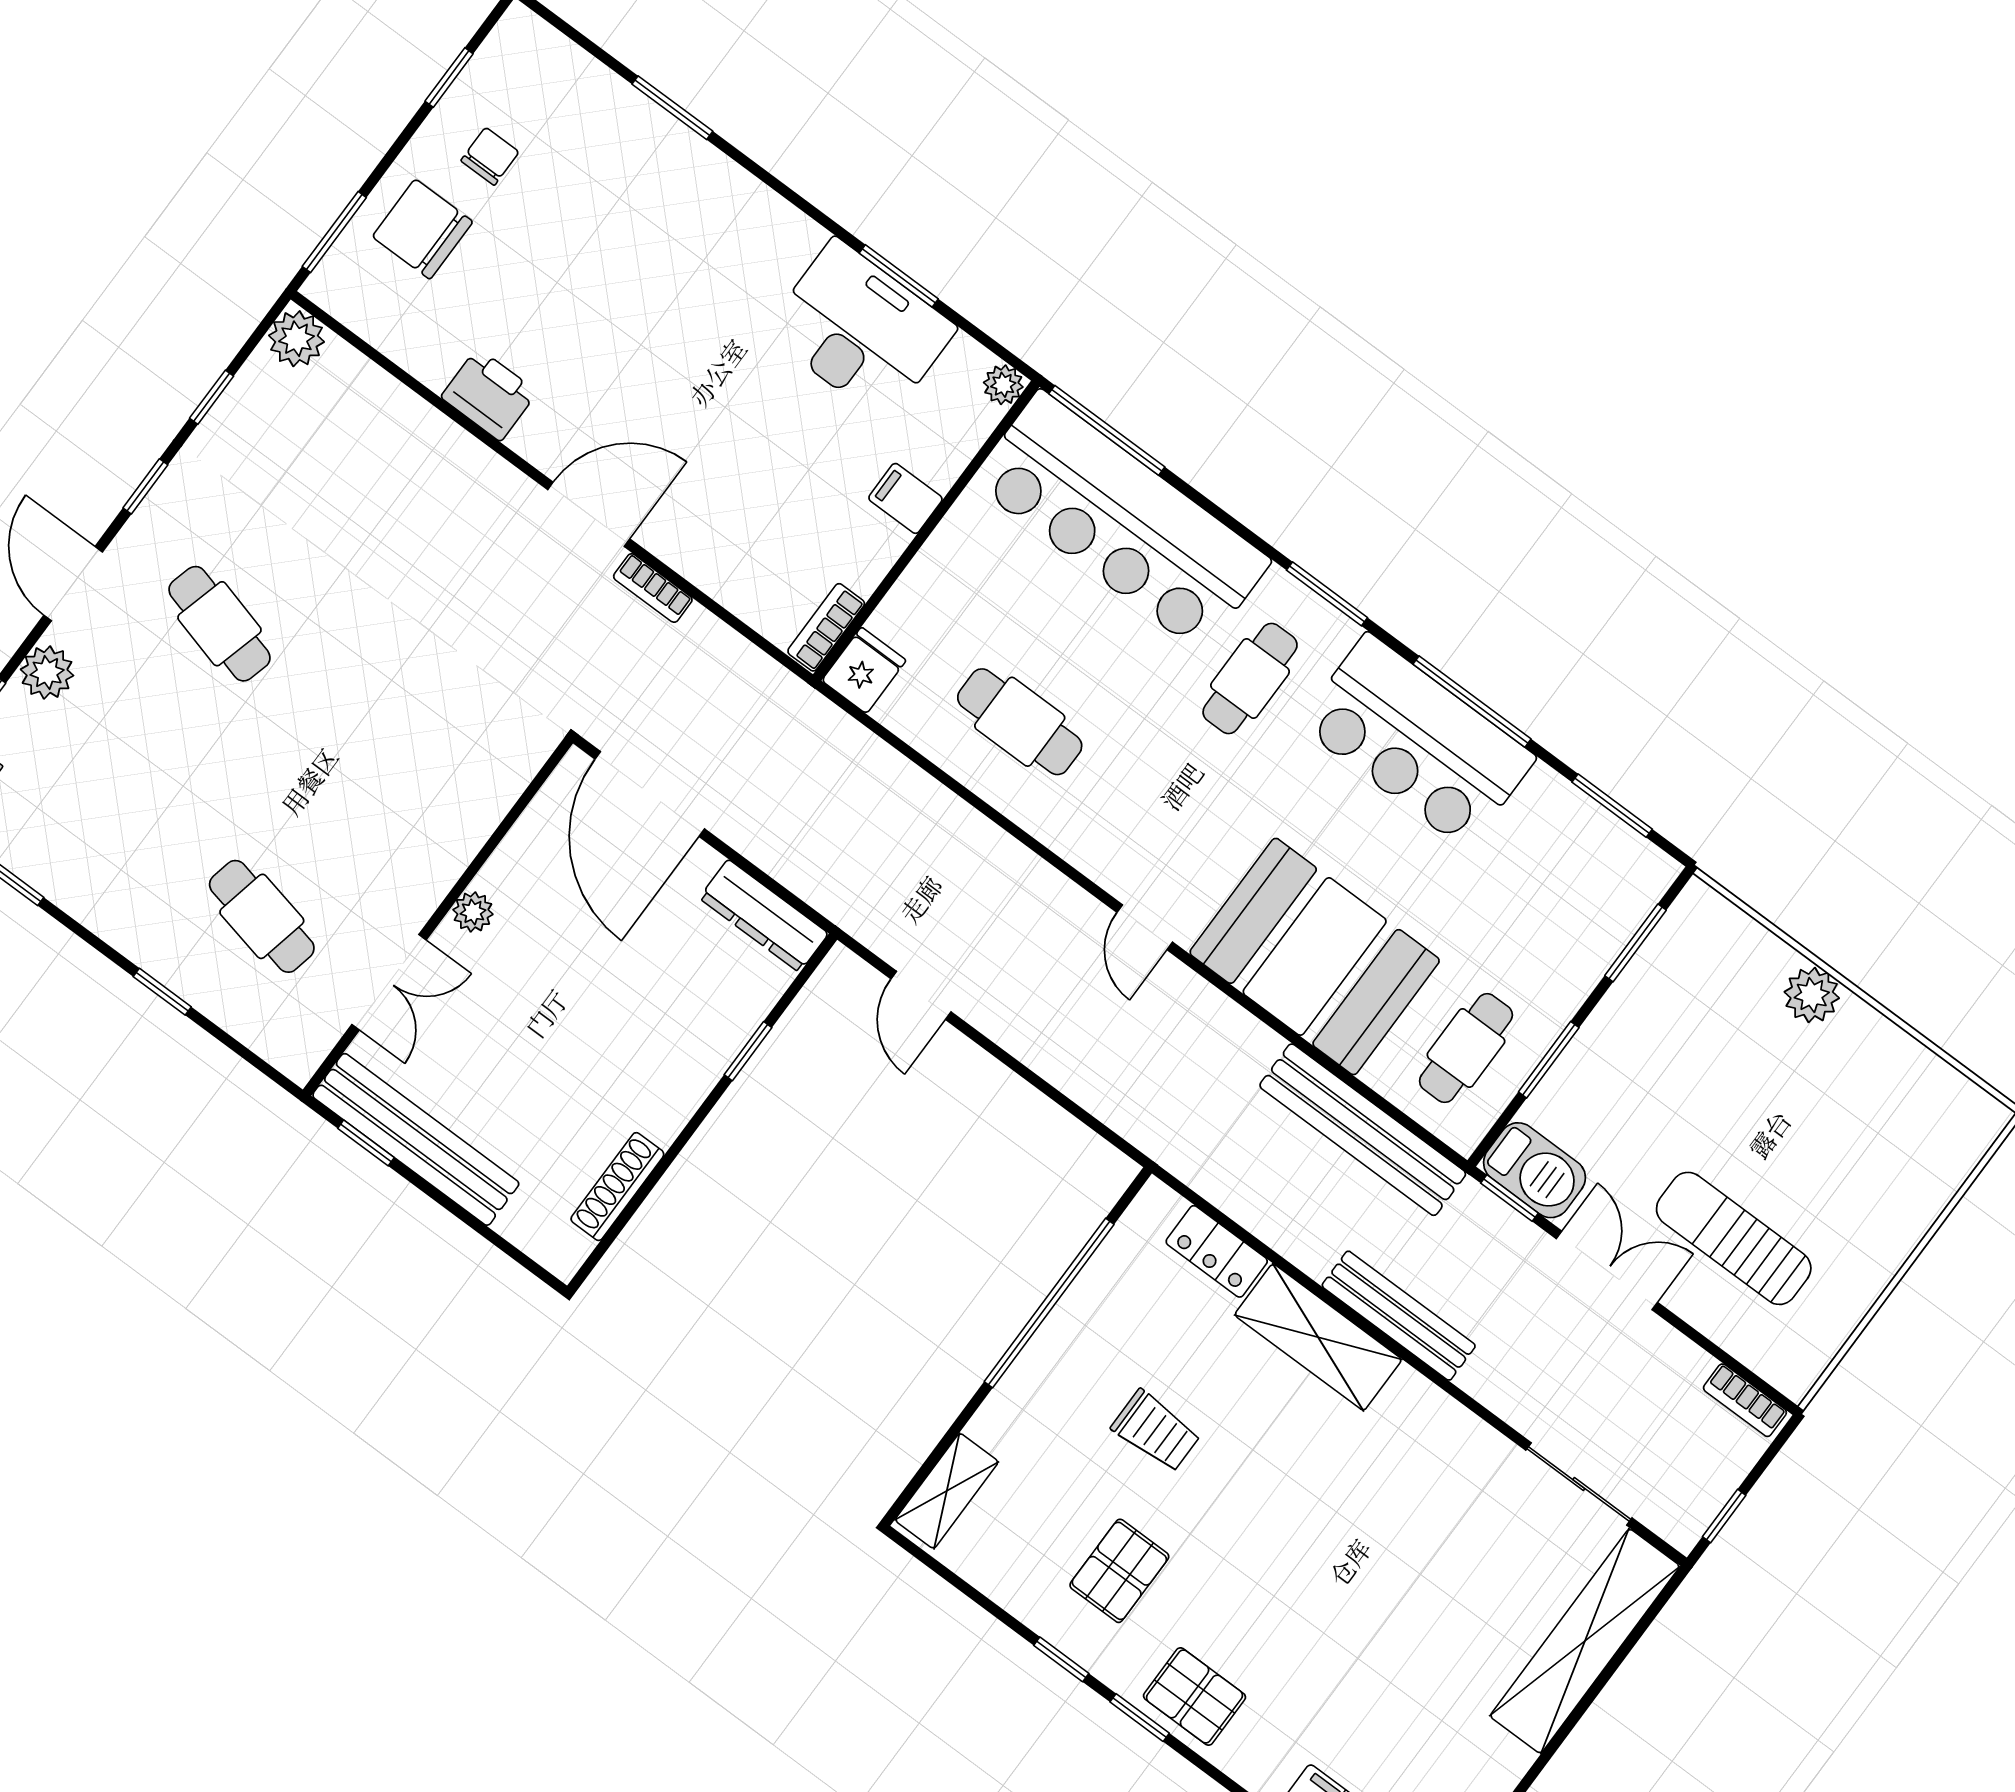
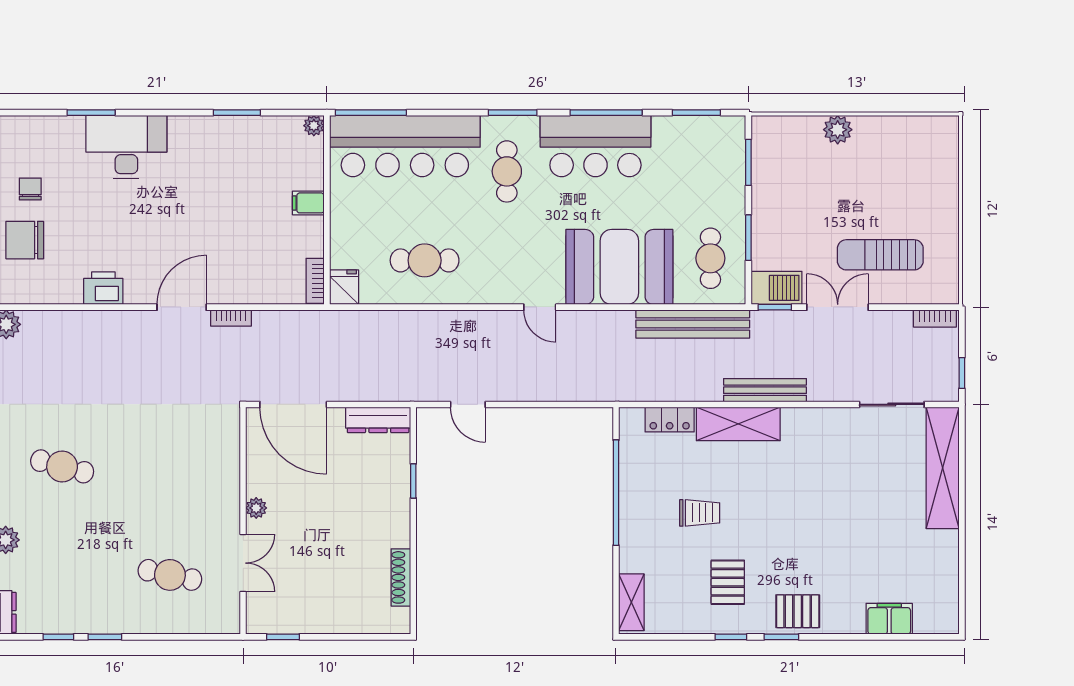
desk: (860, 330) -> (126, 147), moved
window: (162, 992) -> (105, 637), moved
bench: (416, 1139) -> (303, 620), removed

